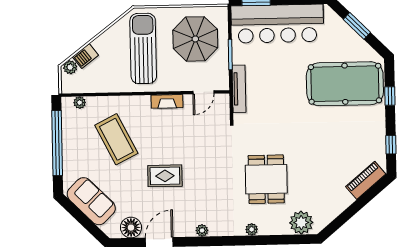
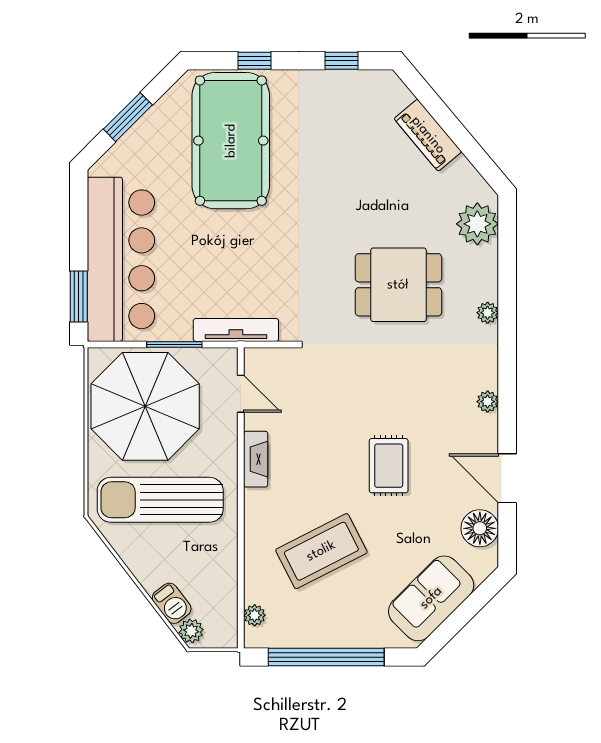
parasol: (195, 39) -> (145, 406), width x1.36, depth x1.36
piano: (366, 180) -> (428, 135), moved

